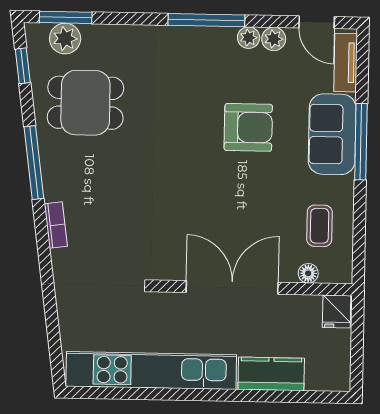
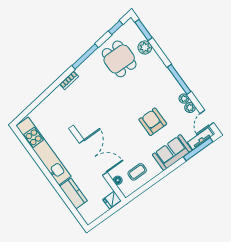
plant: (65, 39) -> (145, 47), moved
armchair: (248, 127) -> (153, 122), turned 180
window: (361, 142) -> (198, 149), moved

